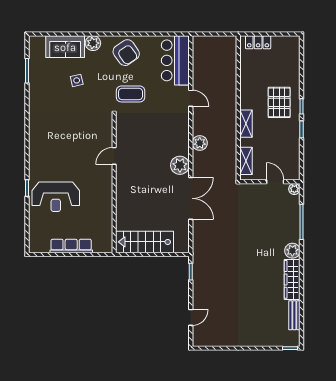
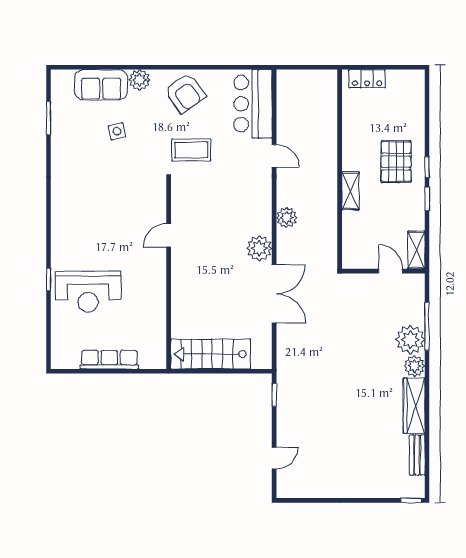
shelving: (246, 161) -> (416, 250), moved
plant: (294, 189) -> (410, 340), moved, width x1.88, depth x1.88

